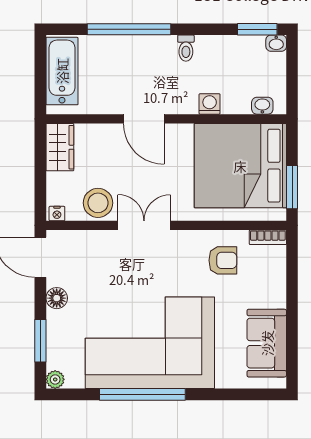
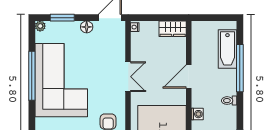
bathtub: (62, 71) -> (227, 49), moved, turned 90
stool: (98, 203) -> (141, 50), removed

